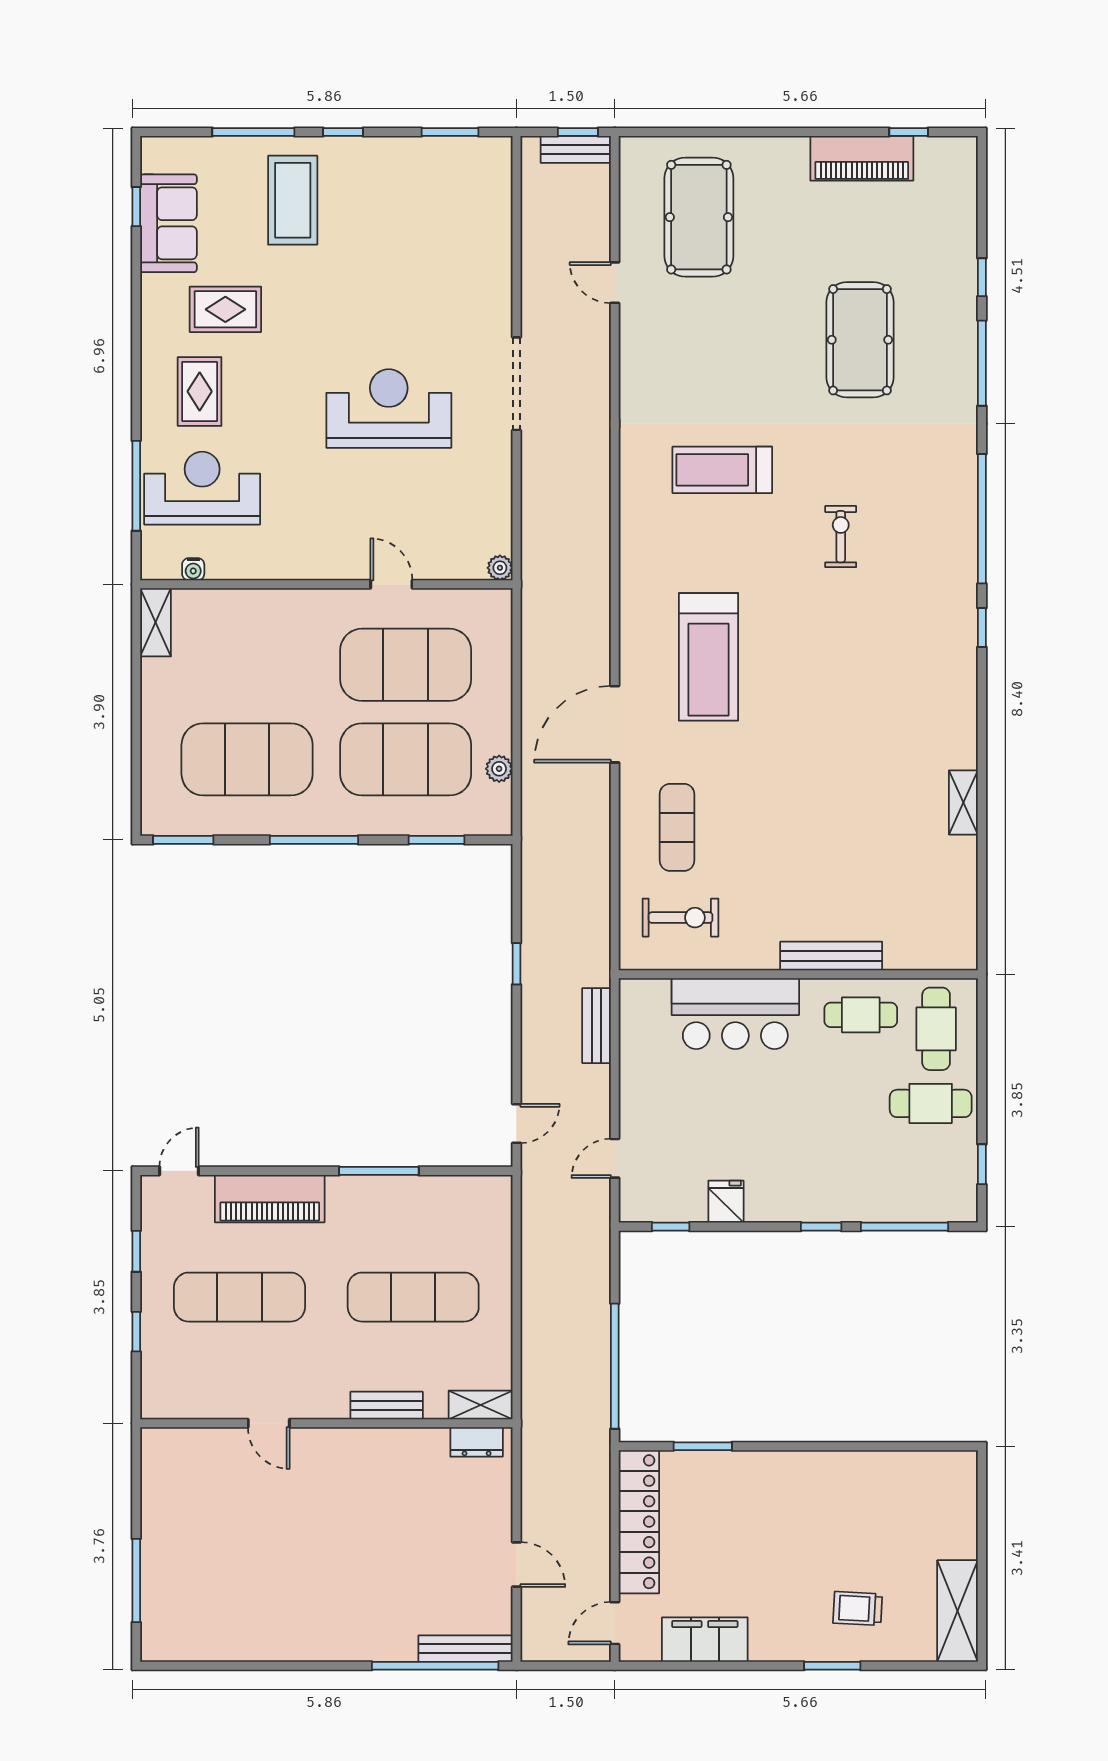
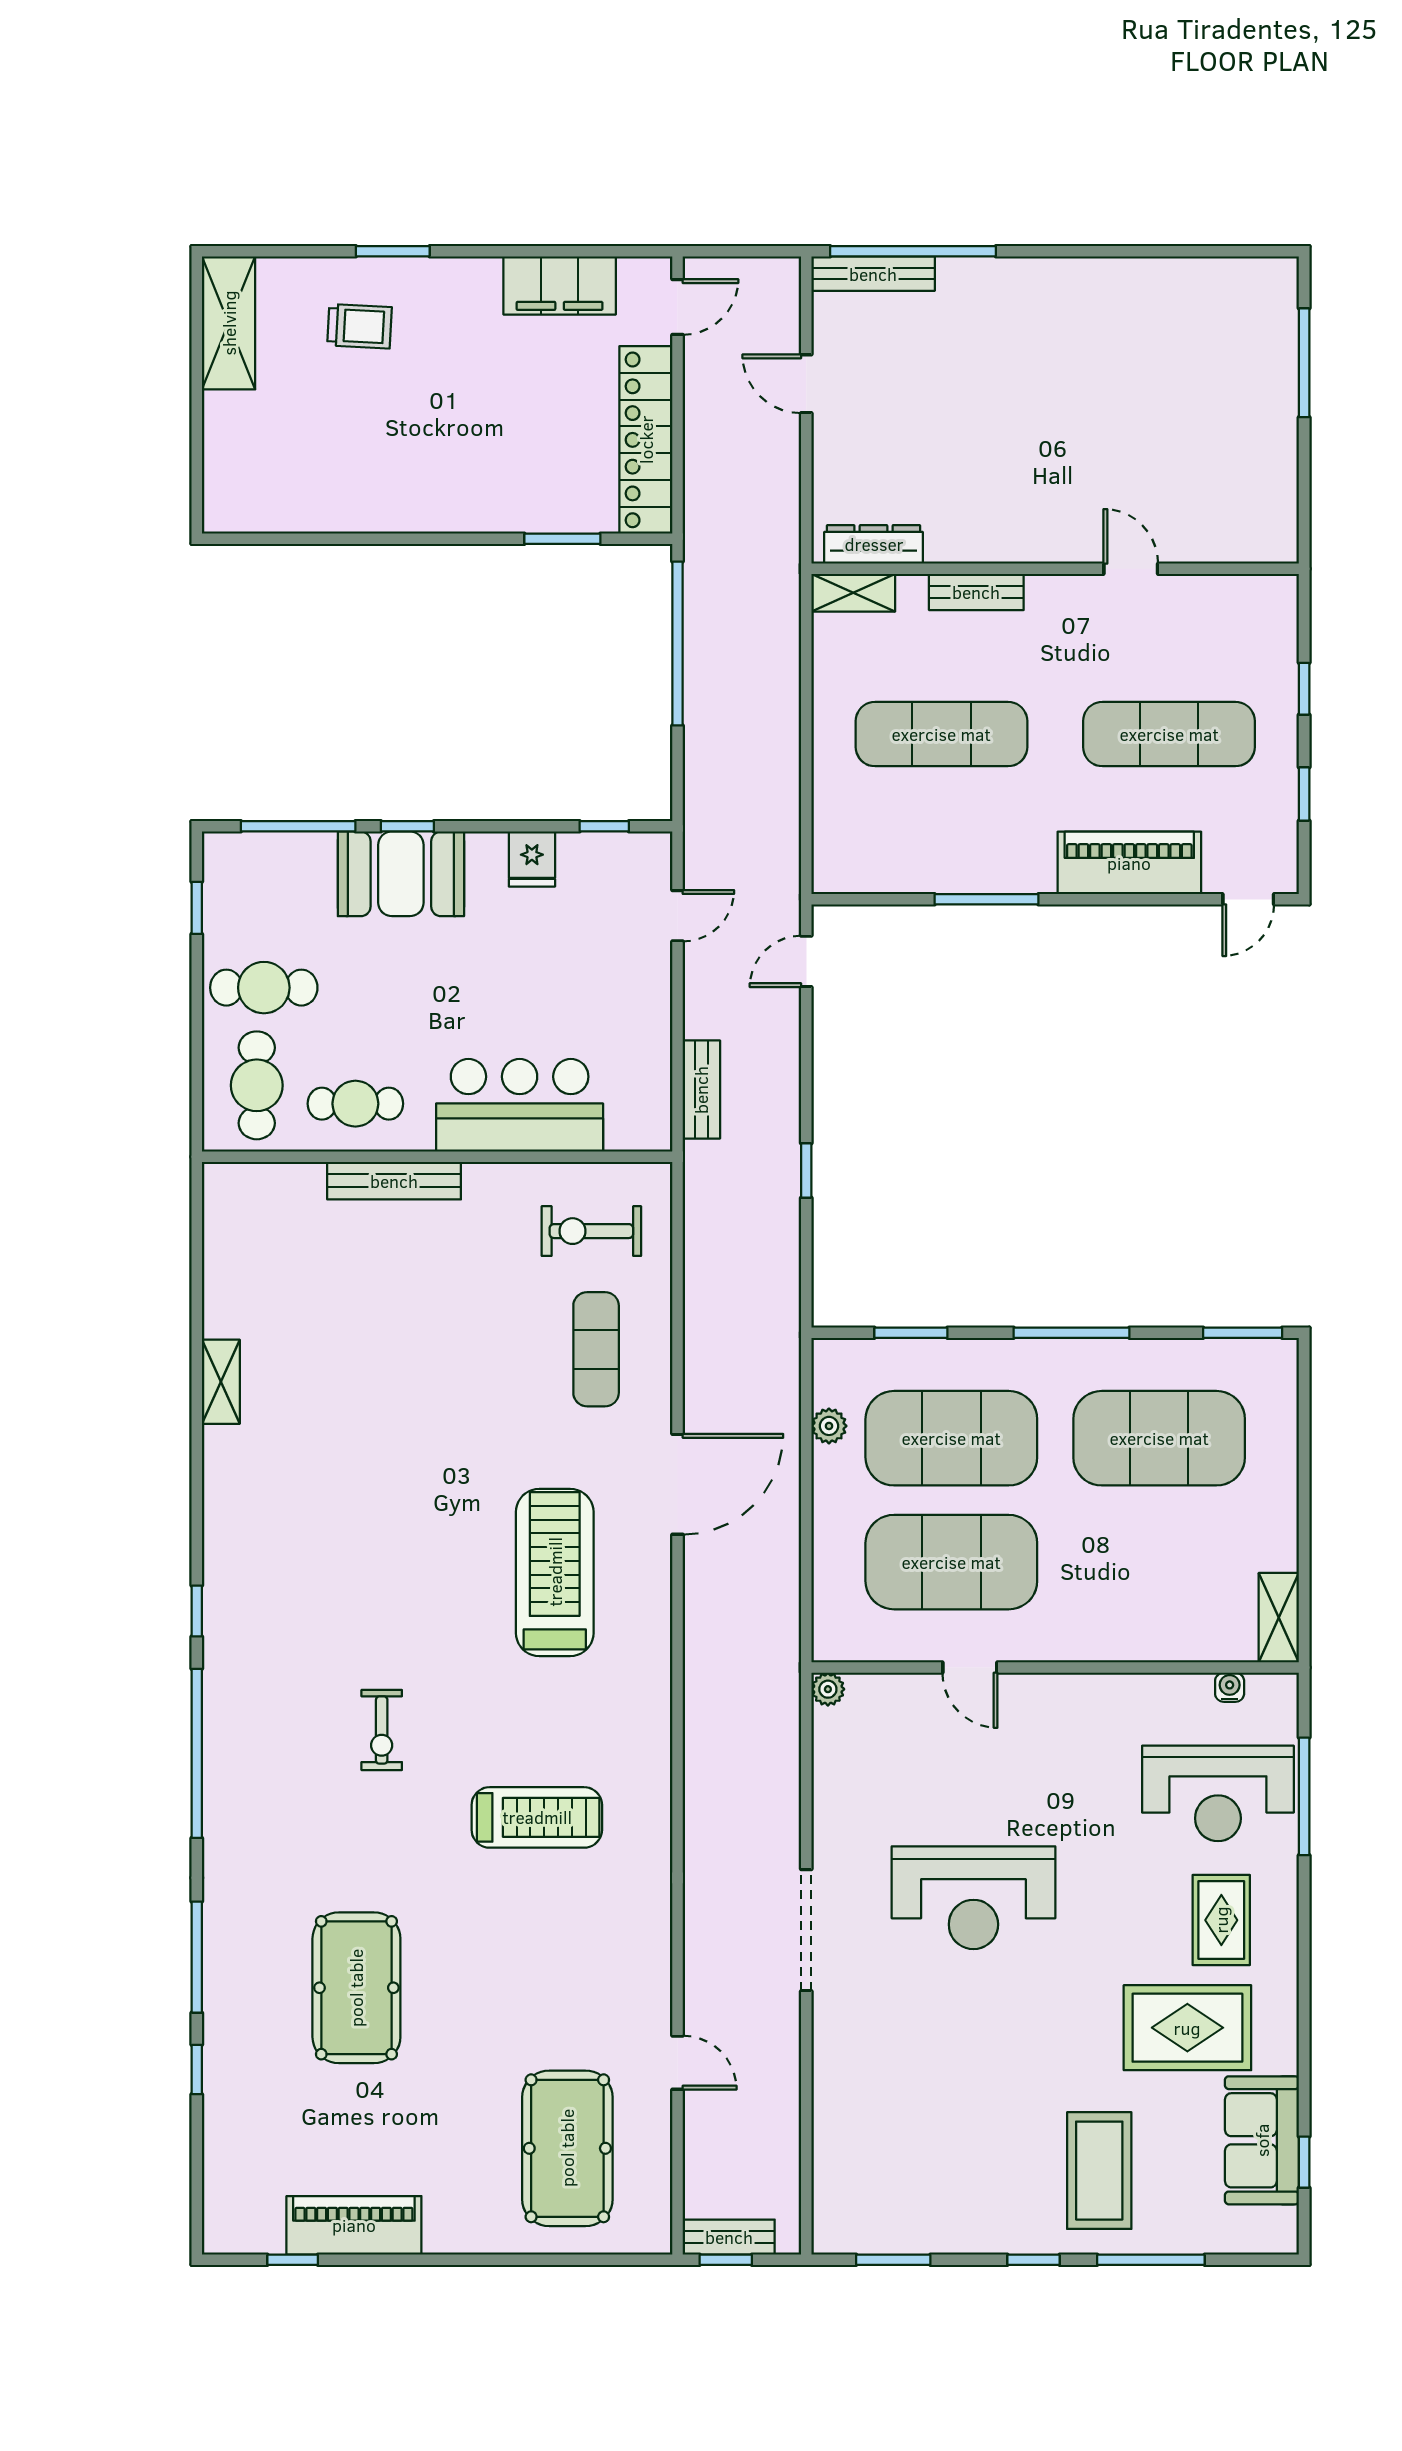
rug: (225, 309) -> (1187, 2028), width x1.36, depth x1.43
booth: (826, 1190) -> (401, 874), added
dresser: (477, 1442) -> (874, 544), width x1.44

